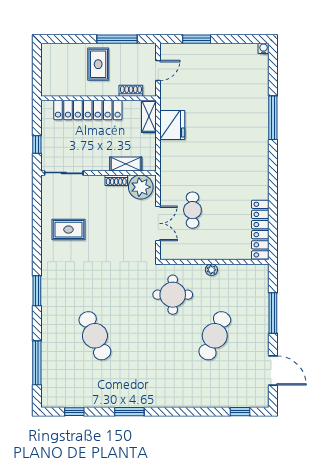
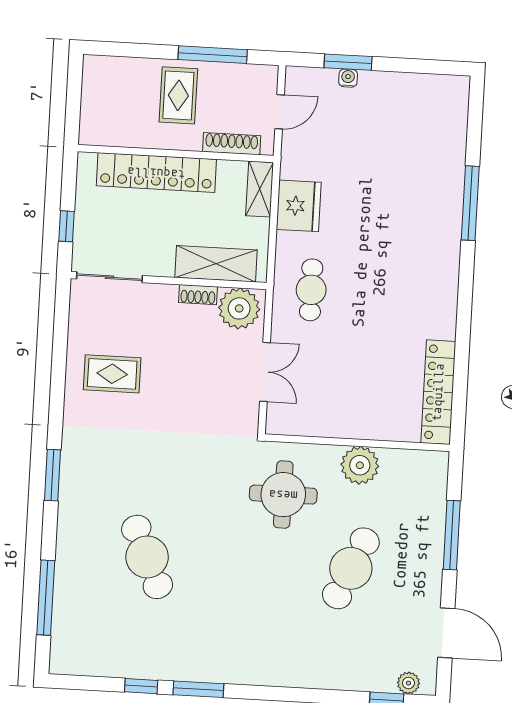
water cooler: (264, 48) -> (348, 78), moved
shoe rack: (131, 91) -> (232, 144), width x1.43
shelving: (126, 164) -> (216, 264), width x1.50, depth x1.33
cafe table: (192, 210) -> (311, 290), moved
plant: (211, 270) -> (360, 465), width x1.88, depth x1.88
plant: (252, 401) -> (408, 683), added
window: (74, 412) -> (141, 686), moved

